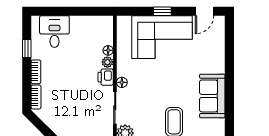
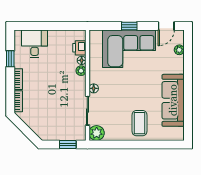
plant: (219, 38) -> (179, 50), added
printer: (106, 77) -> (79, 48), moved
sofa: (212, 96) -> (173, 100), width x1.36

